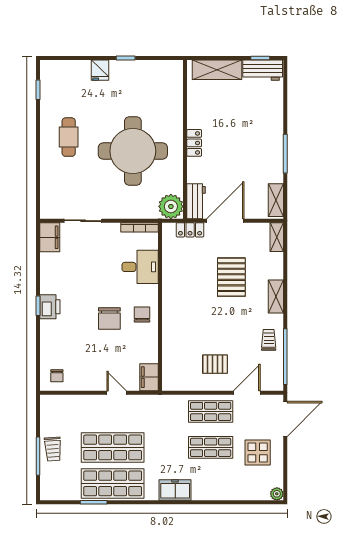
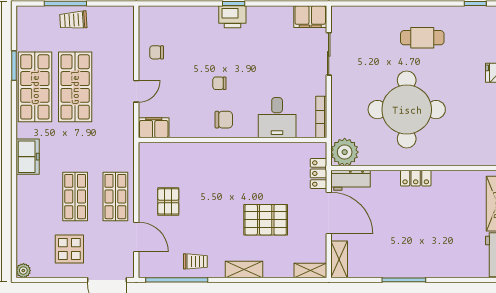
shelving: (276, 200) -> (339, 259), moved, turned 90
chair: (109, 318) -> (219, 83), width x0.54, depth x0.54
chair: (57, 376) -> (157, 52), moved

